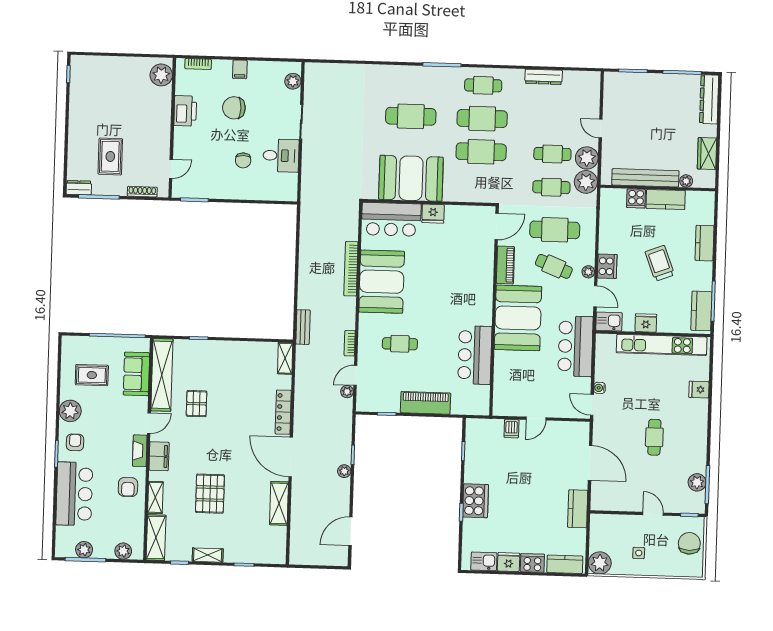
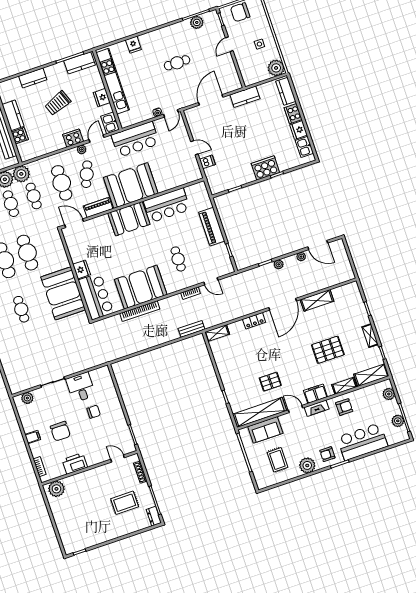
cafe table: (411, 116) -> (21, 309), width x0.73, depth x0.74
booth: (476, 299) -> (129, 219), added
plant: (347, 392) -> (301, 257), moved
locker: (283, 412) -> (254, 321), width x0.66

